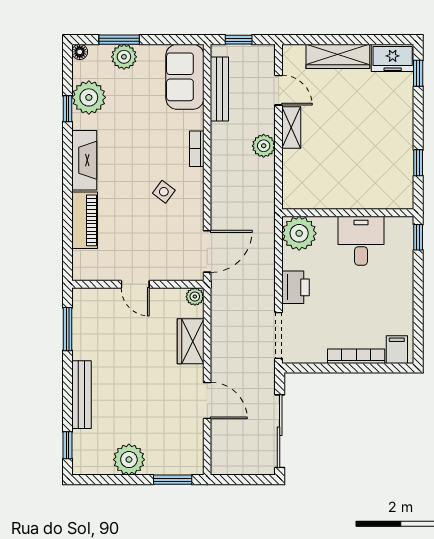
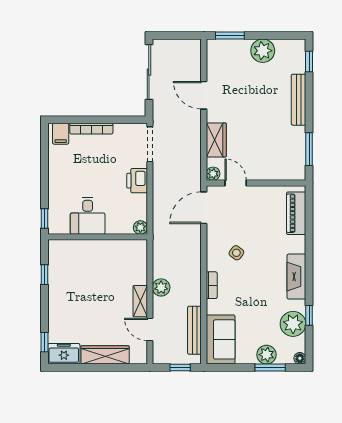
piano: (85, 220) -> (296, 213), moved
plant: (299, 233) -> (140, 227), width x0.53, depth x0.53
door: (135, 284) -> (236, 183), moved

